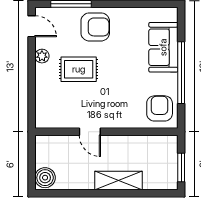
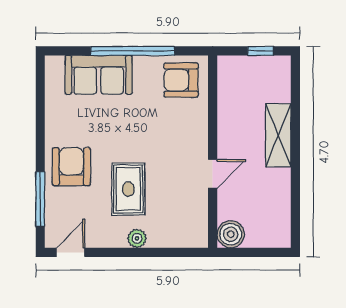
plant: (42, 56) -> (137, 238), moved
window: (181, 168) -> (261, 51), width x0.67
boiler: (45, 178) -> (231, 234), moved

